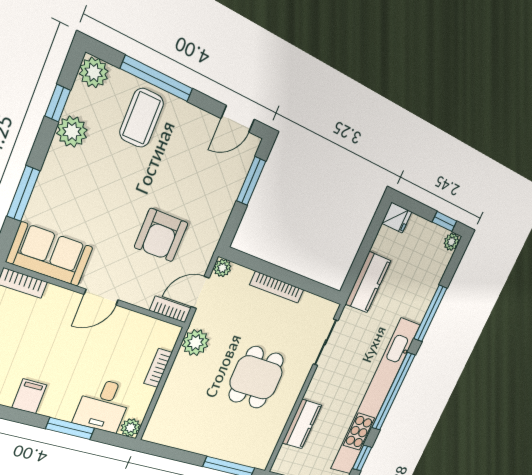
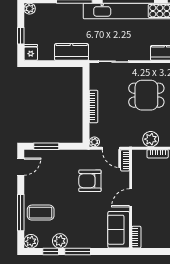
door: (238, 119) -> (21, 167), hinge flipped
window: (23, 194) -> (78, 252), moved
window: (444, 222) -> (21, 36), moved
armchair: (161, 235) -> (90, 181), turned 180
door: (101, 297) -> (131, 198), swing flipped
plant: (196, 343) -> (151, 139), moved

